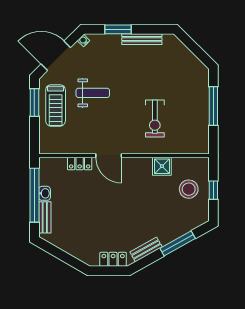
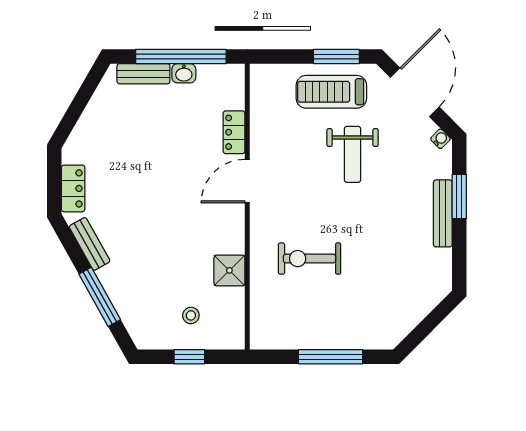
bench: (142, 39) -> (443, 213), moved
stool: (189, 189) -> (191, 315), width x0.53, depth x0.53

